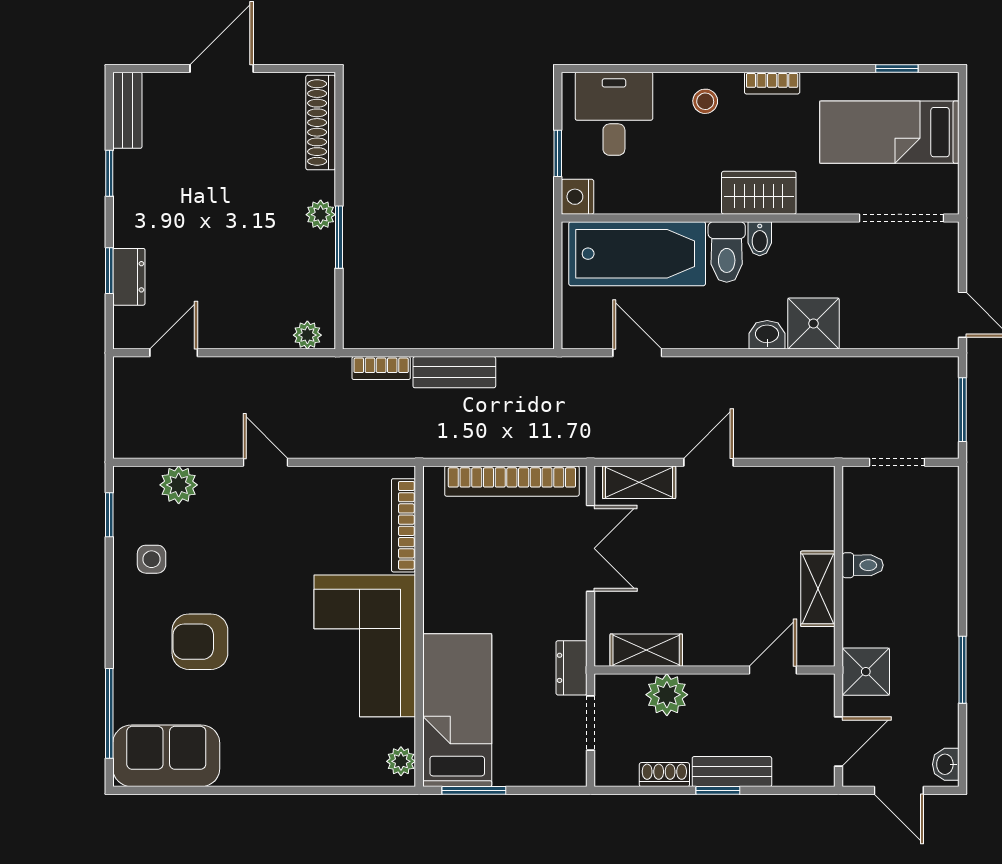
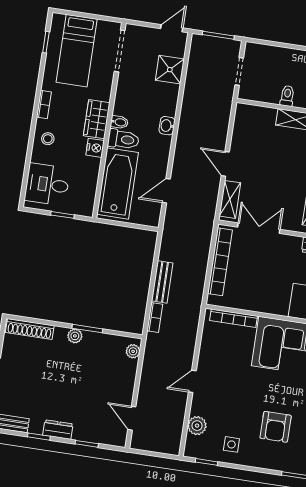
nightstand: (577, 197) -> (95, 148), moved, turned -90
dresser: (129, 277) -> (58, 430), moved
shower: (813, 324) -> (170, 70), moved

